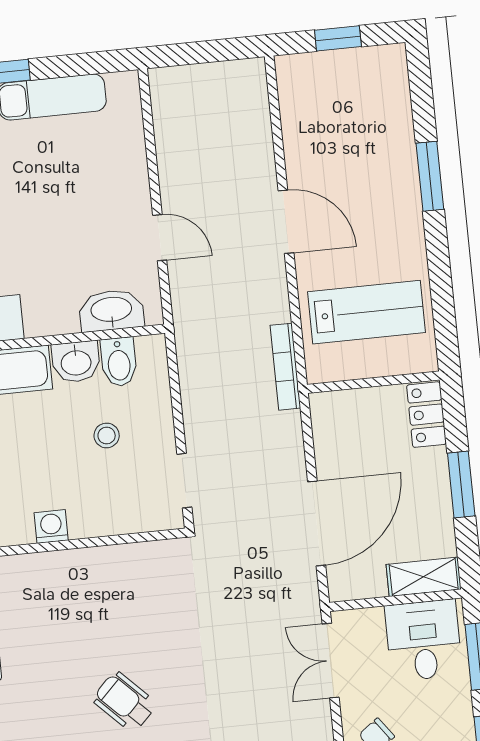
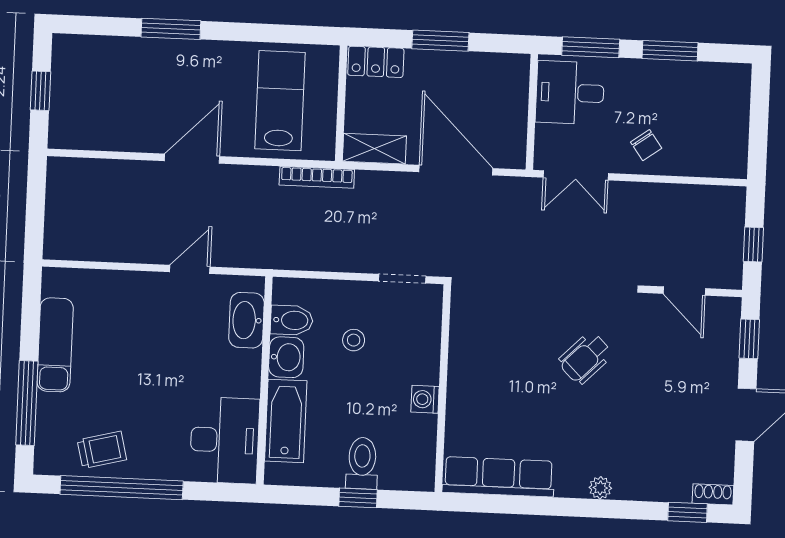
shelving: (424, 577) -> (374, 149), moved, turned 90

